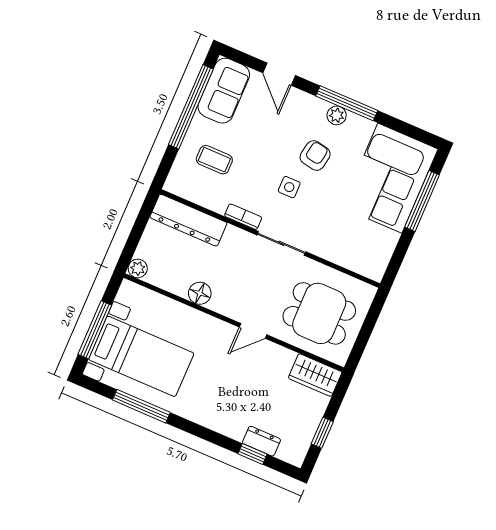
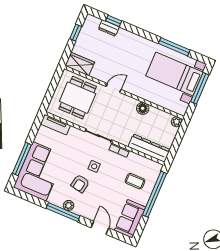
window: (191, 107) -> (155, 194), moved
tv unit: (360, 264) -> (55, 125), added
dining table: (319, 313) -> (78, 98), turned 90

